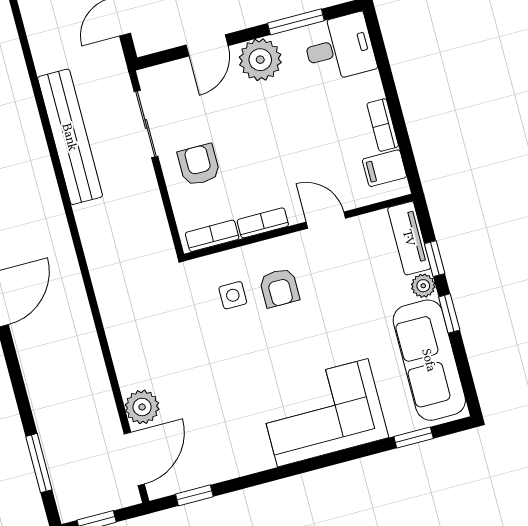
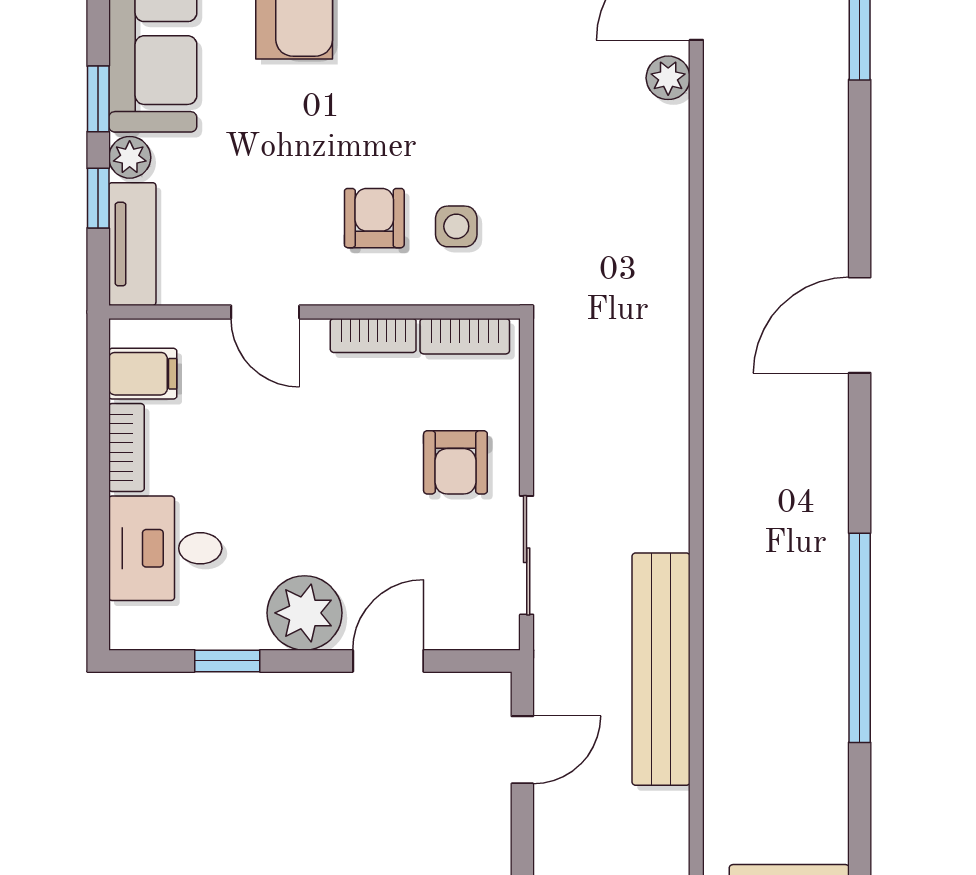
window: (296, 22) -> (227, 661), width x0.67
desk: (339, 48) -> (165, 548), moved
bench: (70, 137) -> (661, 669), moved
plant: (142, 407) -> (668, 78), width x0.73, depth x0.73

